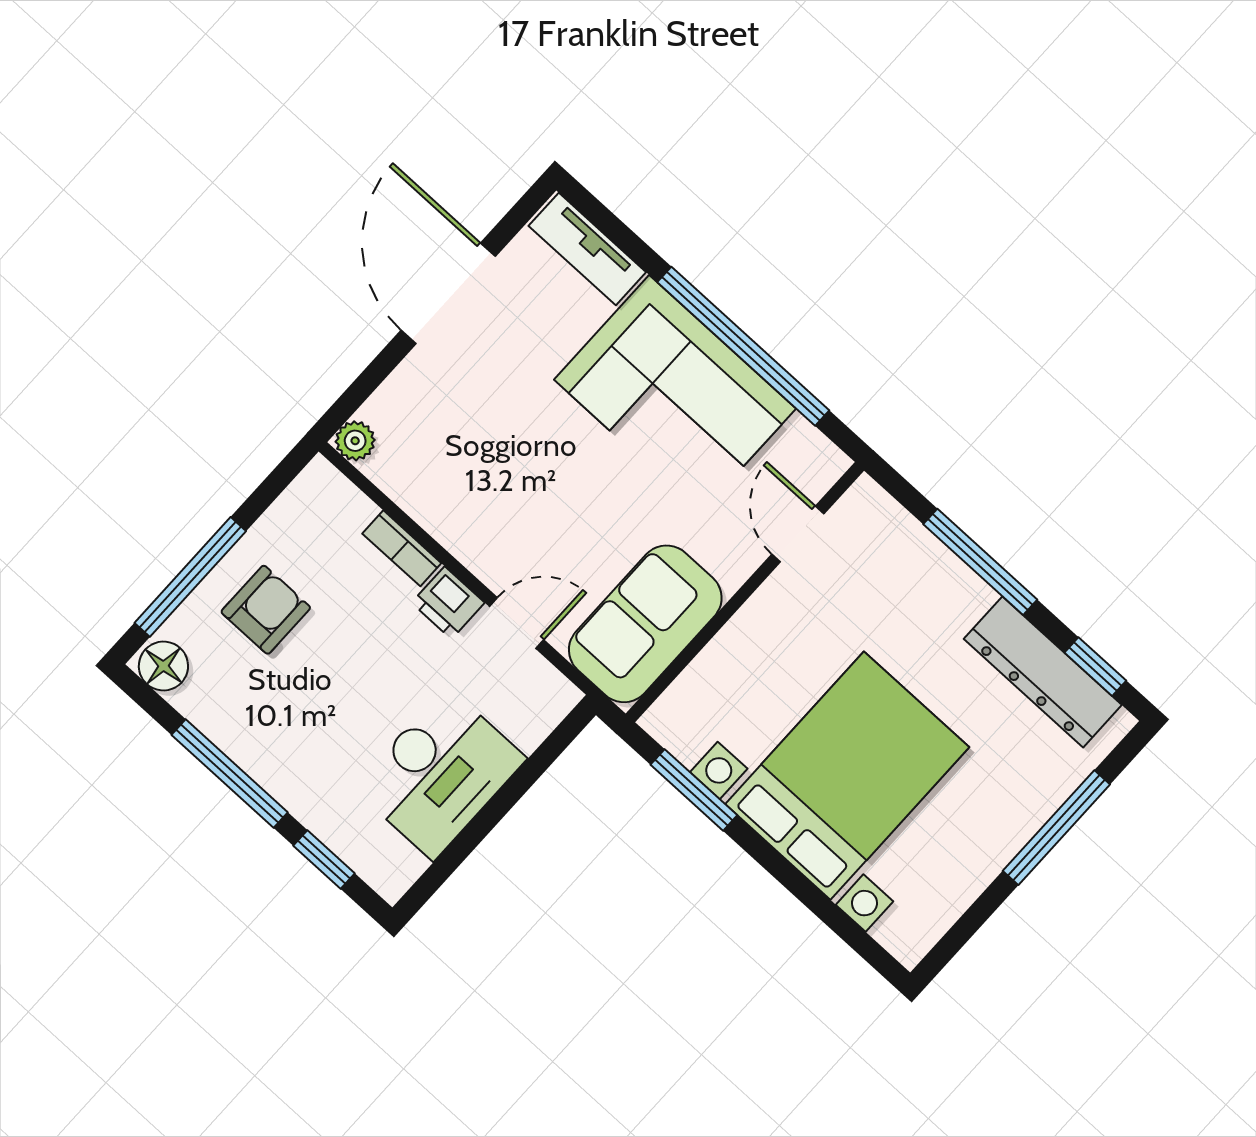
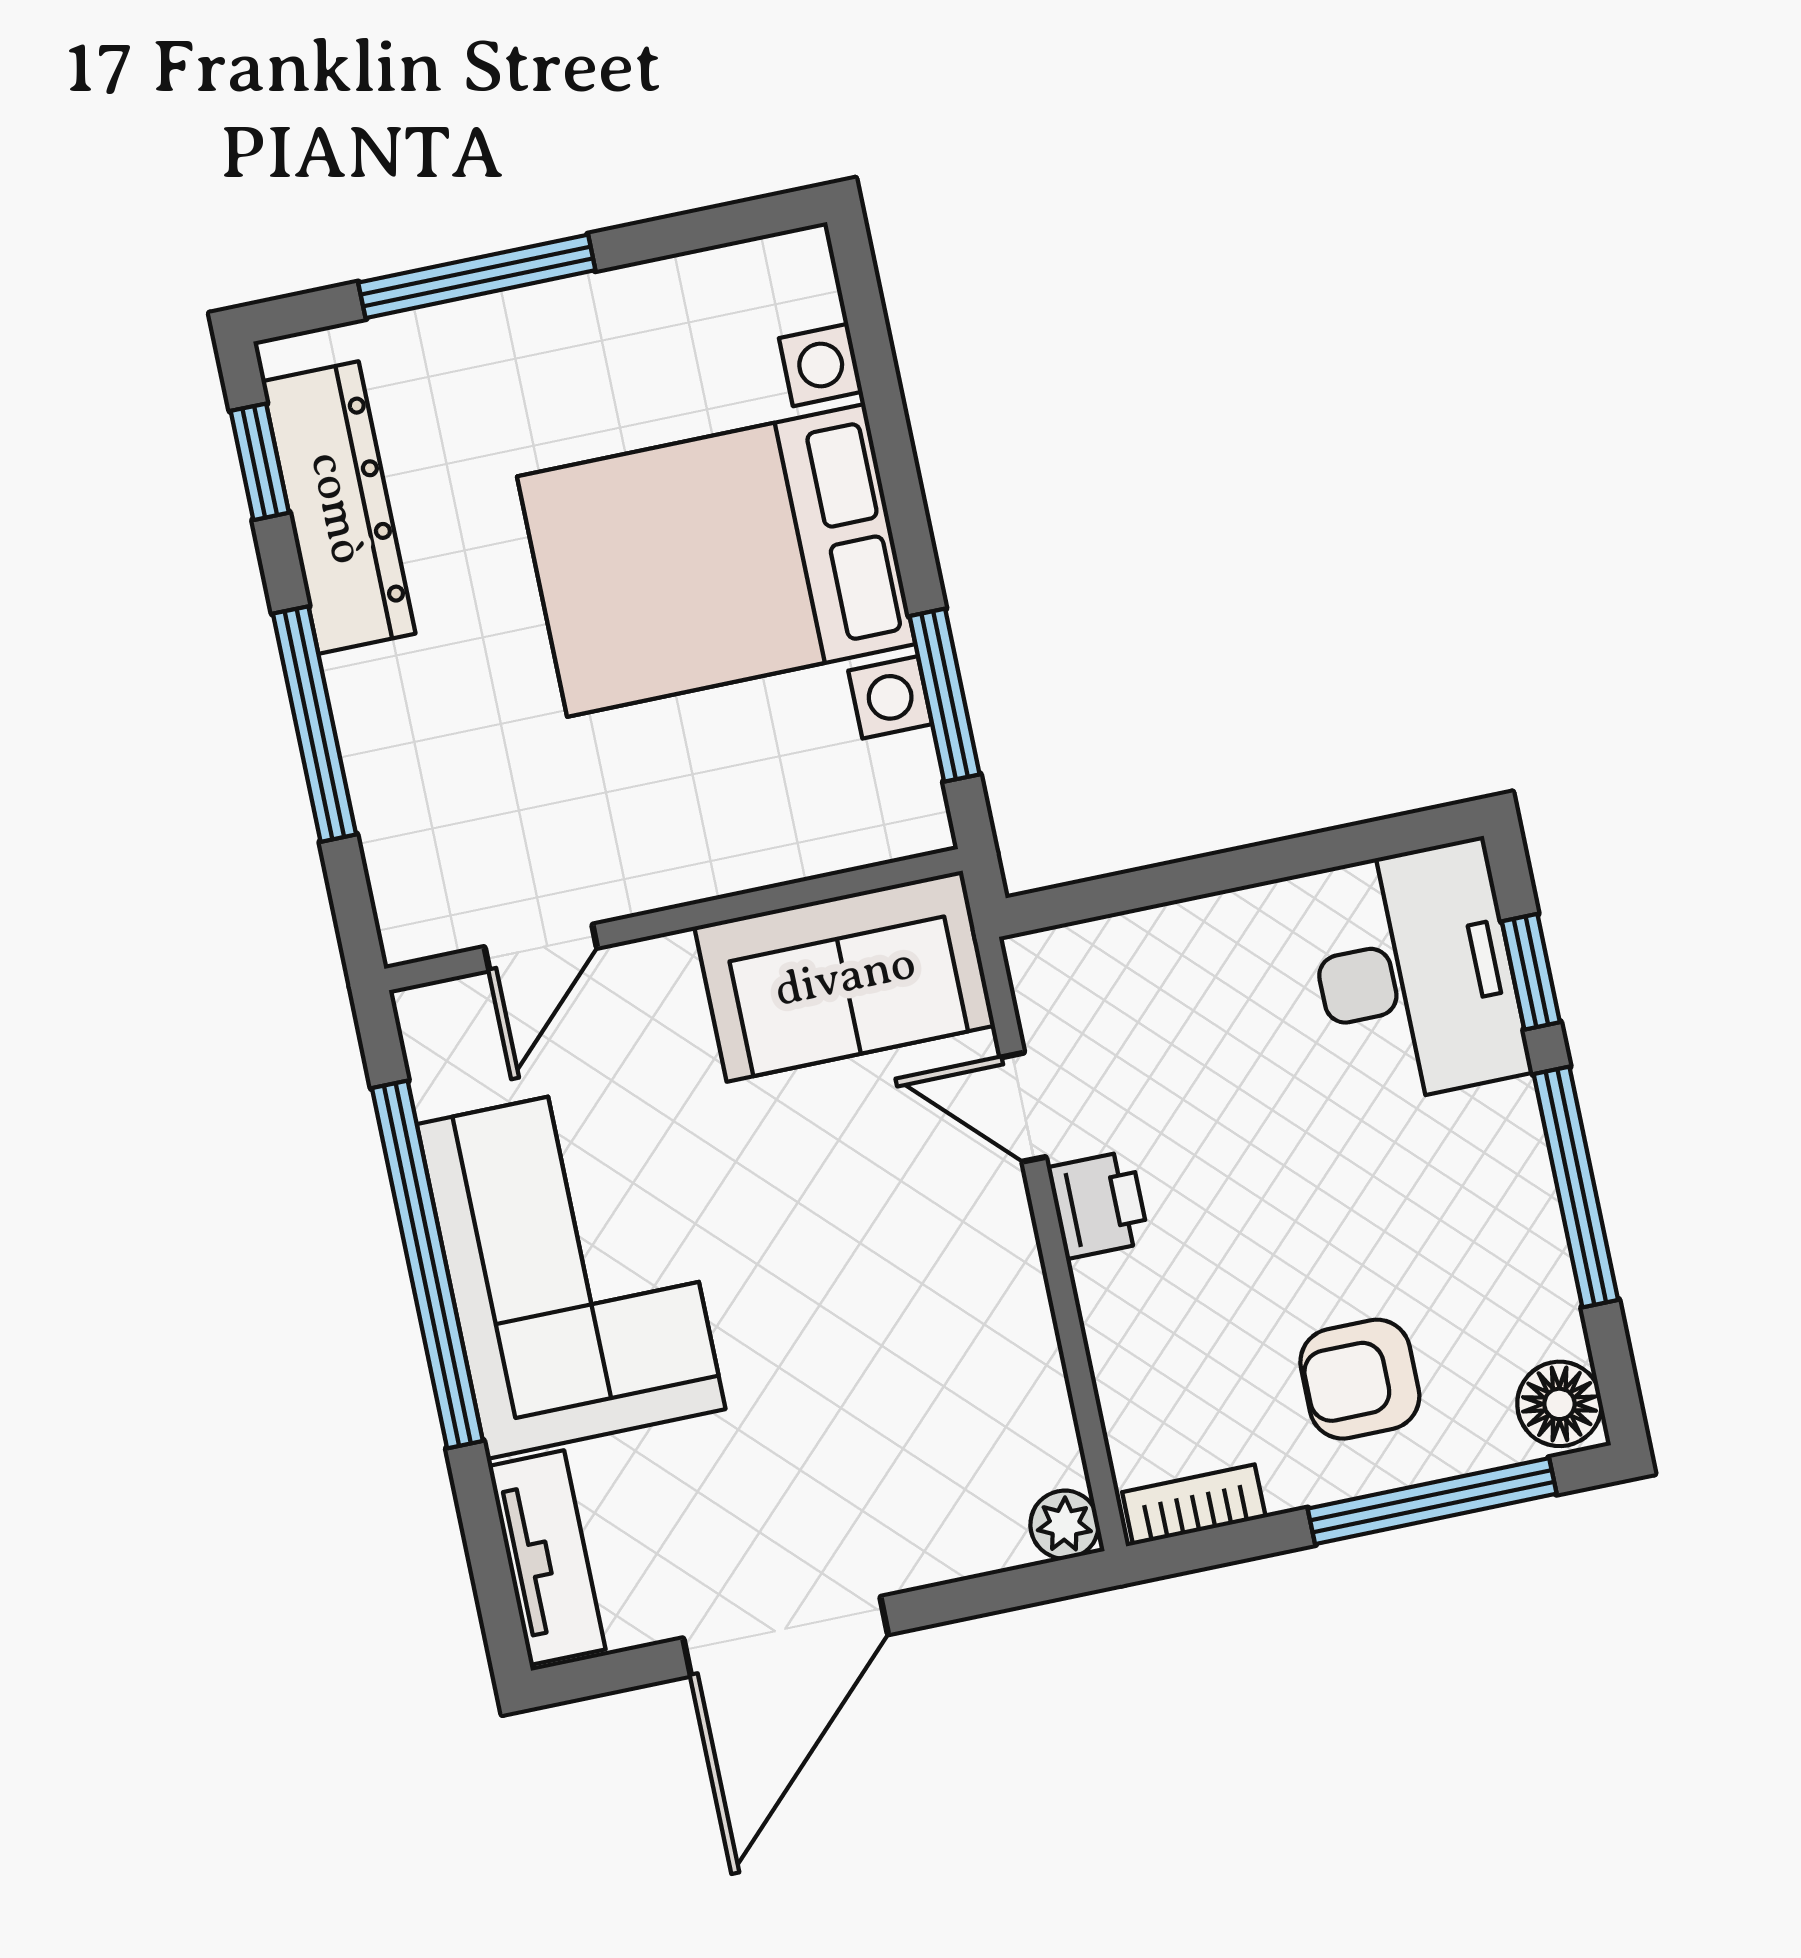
bookcase: (402, 548) -> (1194, 1505), moved, turned -90
desk: (440, 773) -> (1416, 974), moved, turned 90

